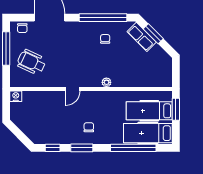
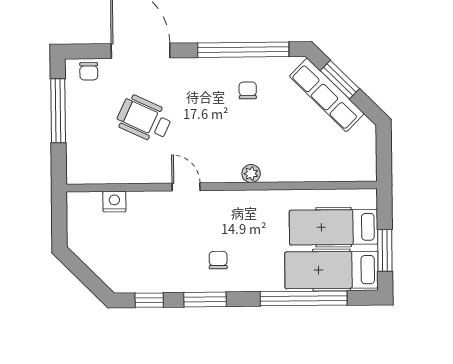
row of seats: (142, 37) -> (327, 95), width x1.48
wheelchair: (31, 62) -> (144, 119), moved
door: (72, 89) -> (186, 187), swing flipped
nightstand: (16, 96) -> (114, 202), moved
window: (176, 109) -> (385, 250), moved

